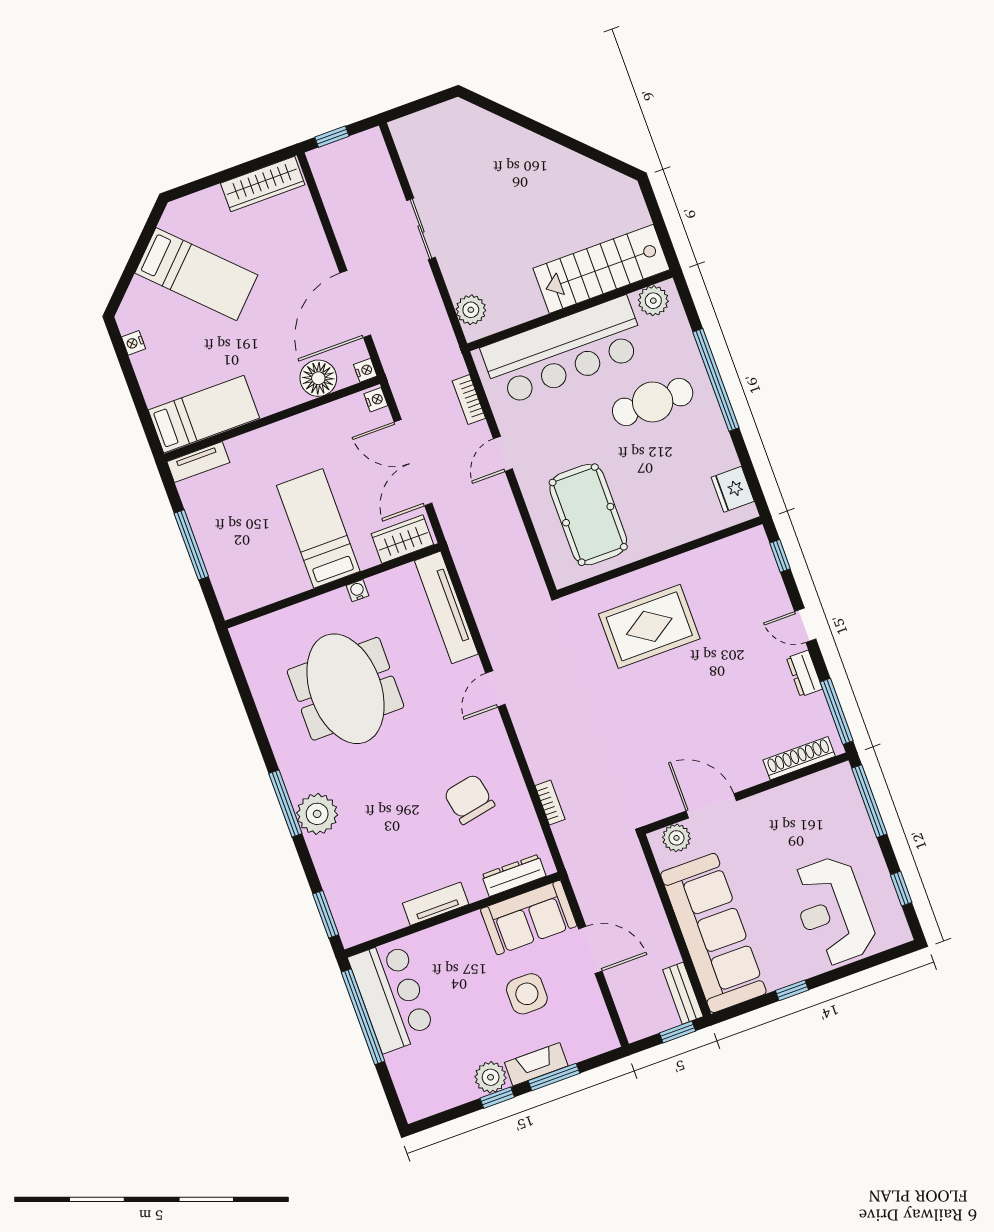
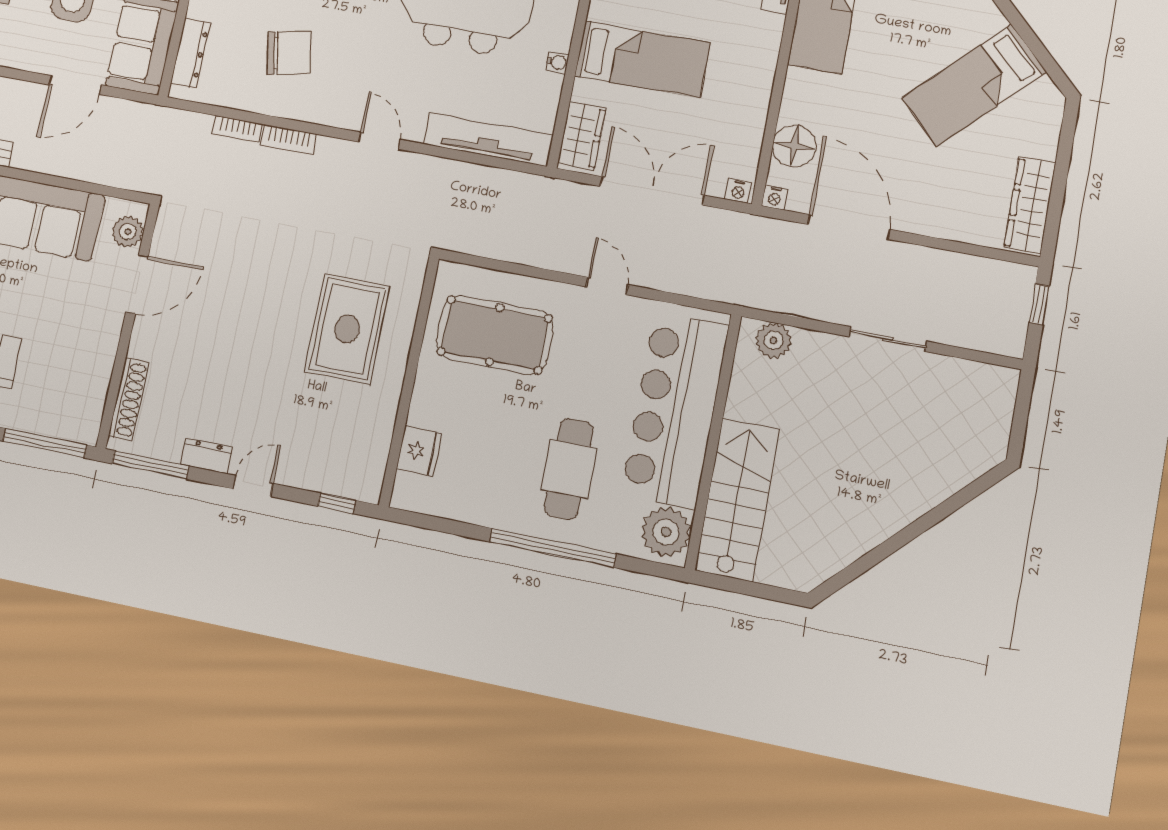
plant: (653, 301) -> (666, 532), width x1.36, depth x1.36
bookcase: (469, 400) -> (288, 139), moved, turned 180
fridge: (733, 489) -> (419, 451), moved, turned 90

